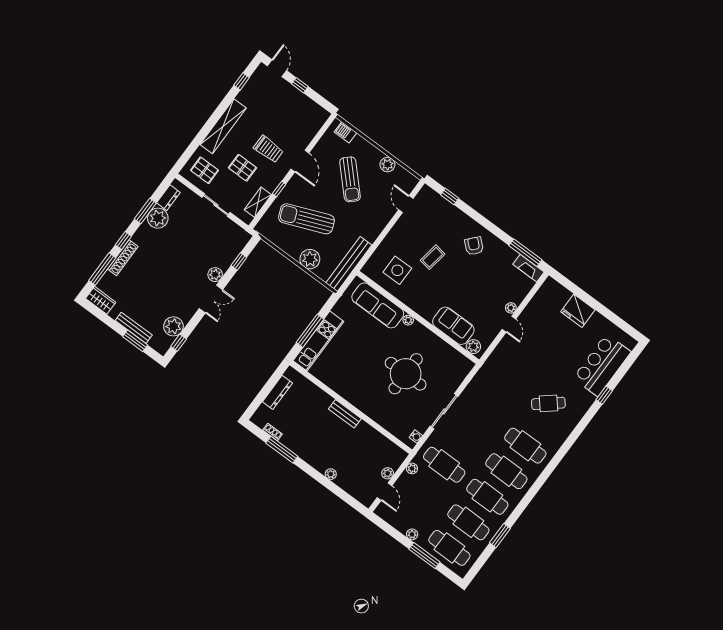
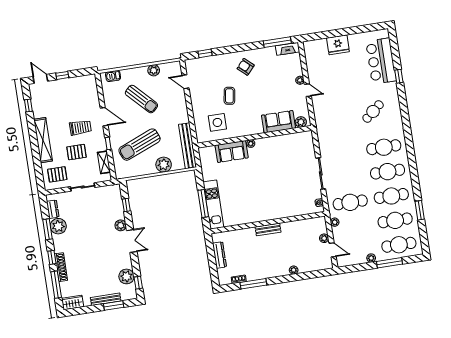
sofa: (378, 305) -> (232, 151), width x0.73
round table: (406, 374) -> (279, 174), removed

